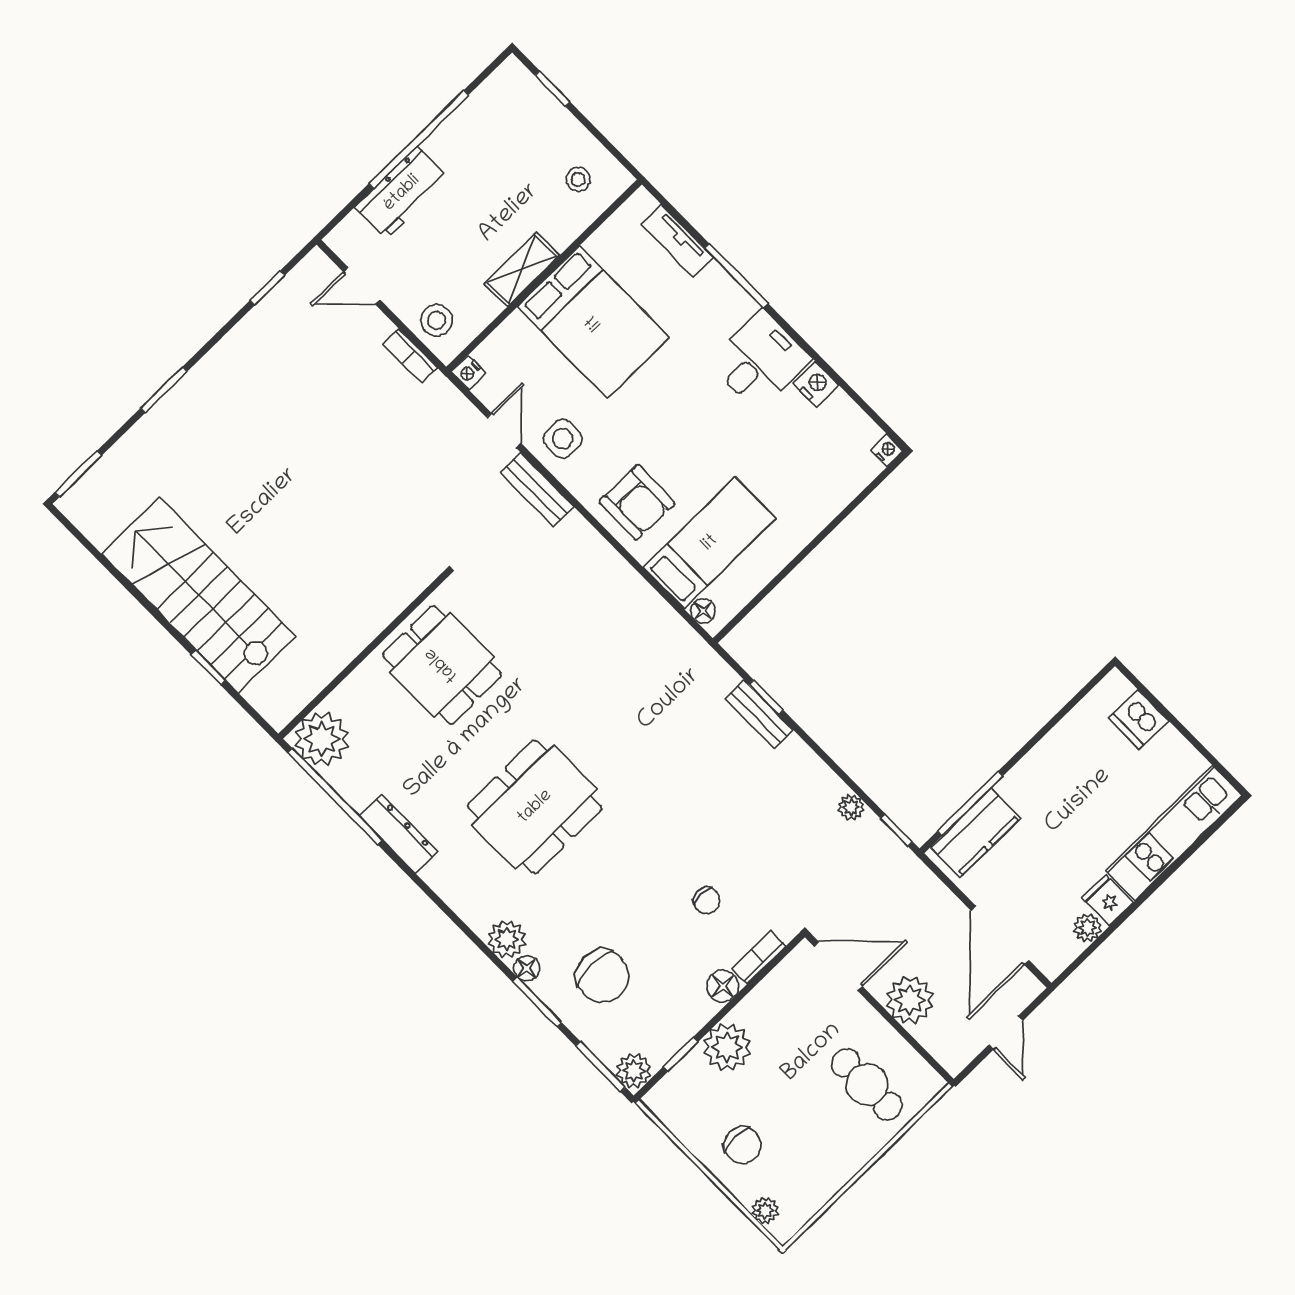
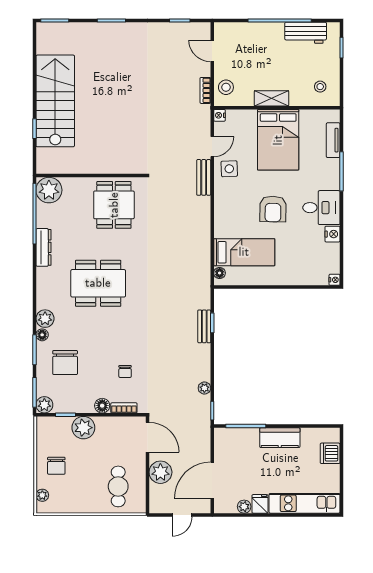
workbench: (402, 193) -> (306, 33), moved
armchair: (637, 503) -> (273, 209), moved
kitchen counter: (976, 833) -> (280, 438), moved

